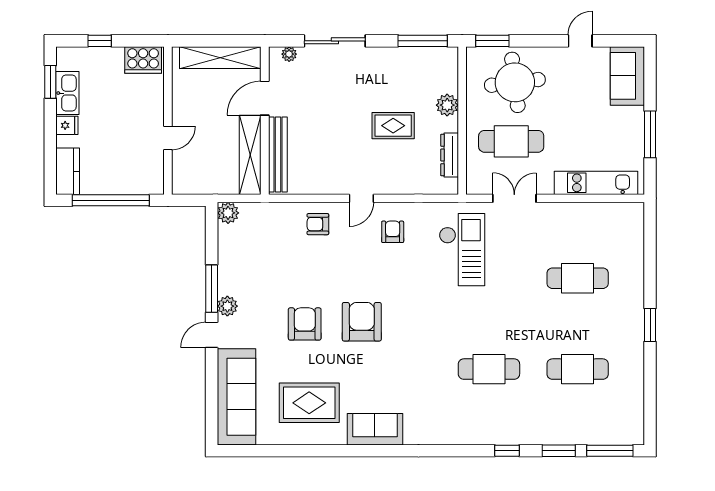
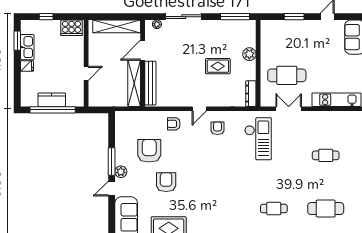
window: (492, 41) -> (294, 17), moved
round table: (515, 82) -> (289, 41), removed
dresser: (450, 155) -> (251, 94), moved
kitchen counter: (68, 171) -> (52, 100), moved, turned -90
plant: (228, 213) -> (121, 117), removed
cafe table: (578, 278) -> (326, 155), width x0.73, depth x0.74
armchair: (362, 322) -> (149, 151), moved
cafe table: (489, 369) -> (274, 209), width x0.73, depth x0.74

